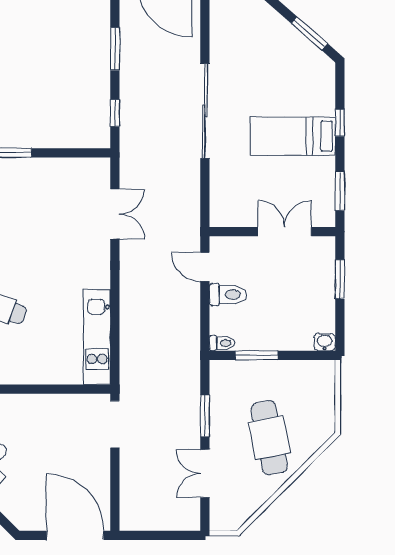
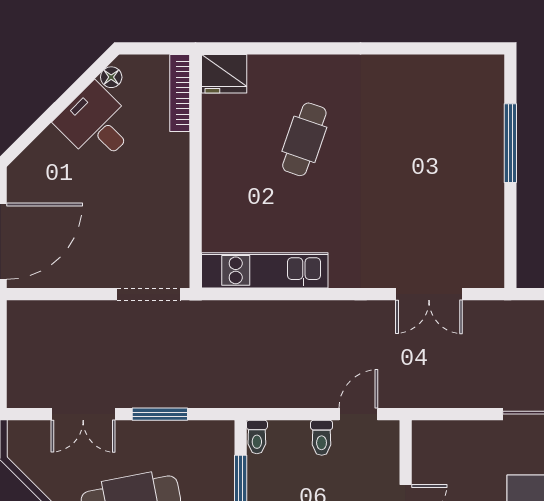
toilet: (228, 295) -> (322, 438), width x0.73, depth x0.72
double door: (205, 473) -> (83, 414), swing flipped

